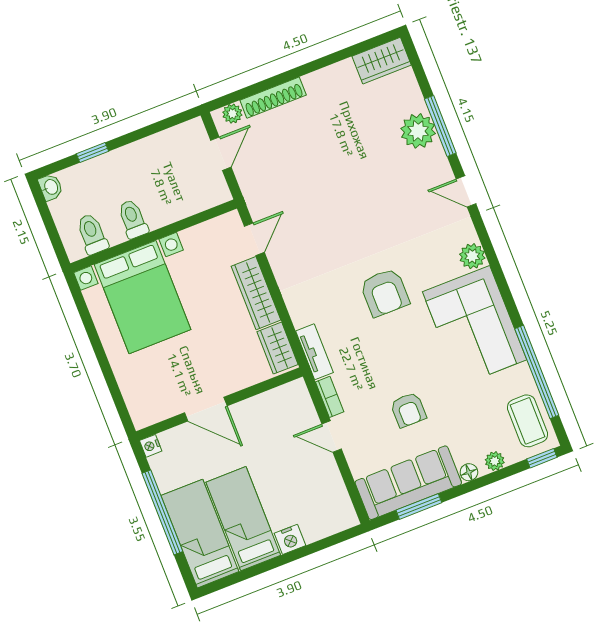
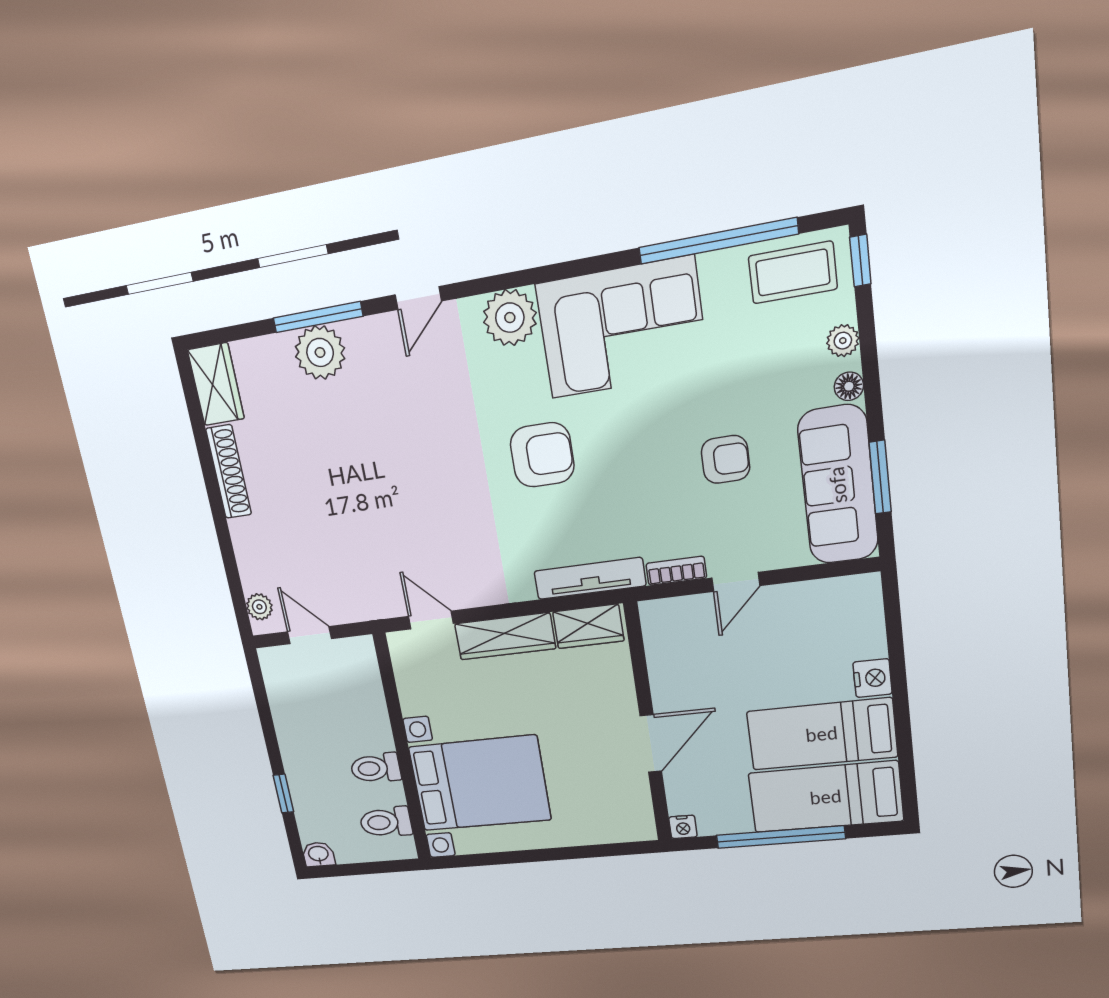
shoe rack: (273, 98) -> (229, 472), moved
plant: (472, 256) -> (510, 318), width x1.36, depth x1.36
tv unit: (314, 352) -> (590, 578), width x1.41

